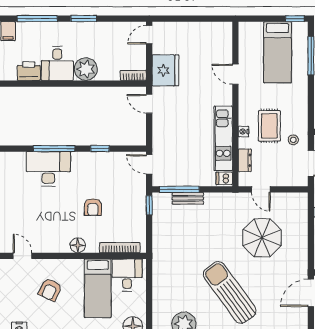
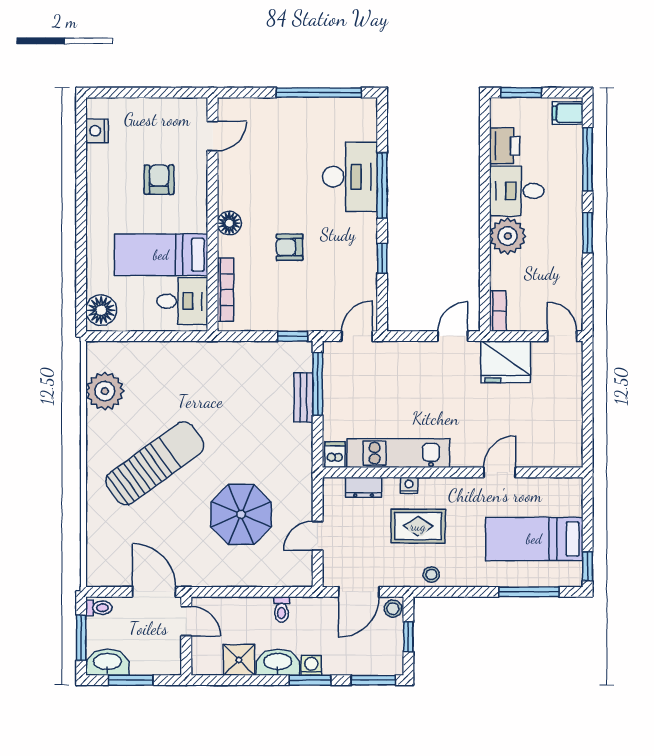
stool: (293, 140) -> (431, 575), moved
door: (261, 189) -> (318, 536), moved
armchair: (50, 290) -> (159, 180), turned 65

